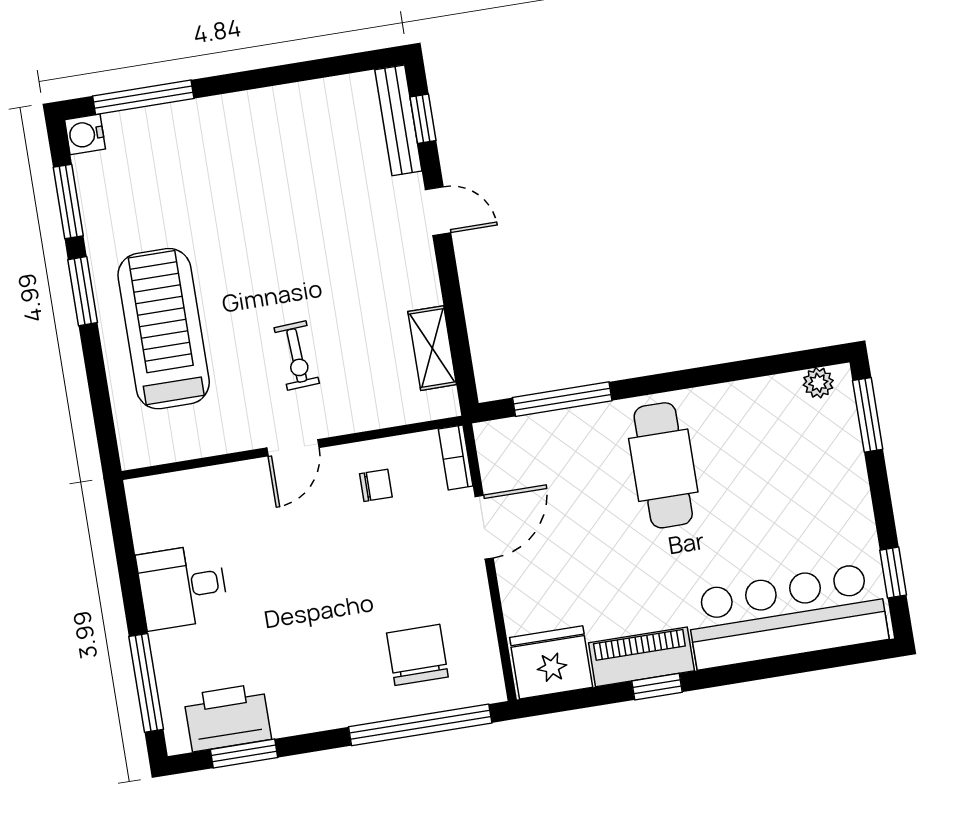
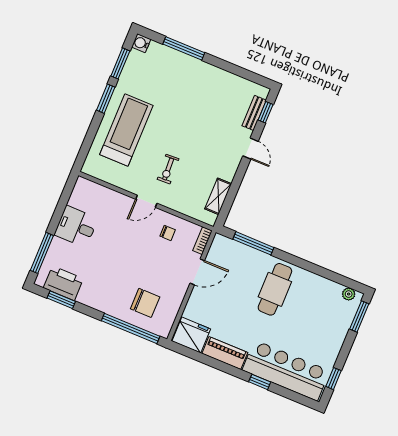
window: (143, 97) -> (184, 48), moved
bench: (398, 120) -> (254, 113), width x0.73
chair: (417, 655) -> (145, 303), turned 90
window: (657, 687) -> (260, 382), moved

